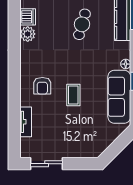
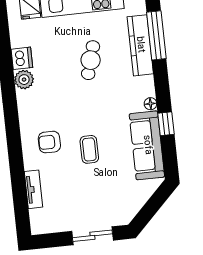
armchair: (42, 86) -> (49, 142), turned 90
sliding door: (47, 164) -> (92, 236), moved

